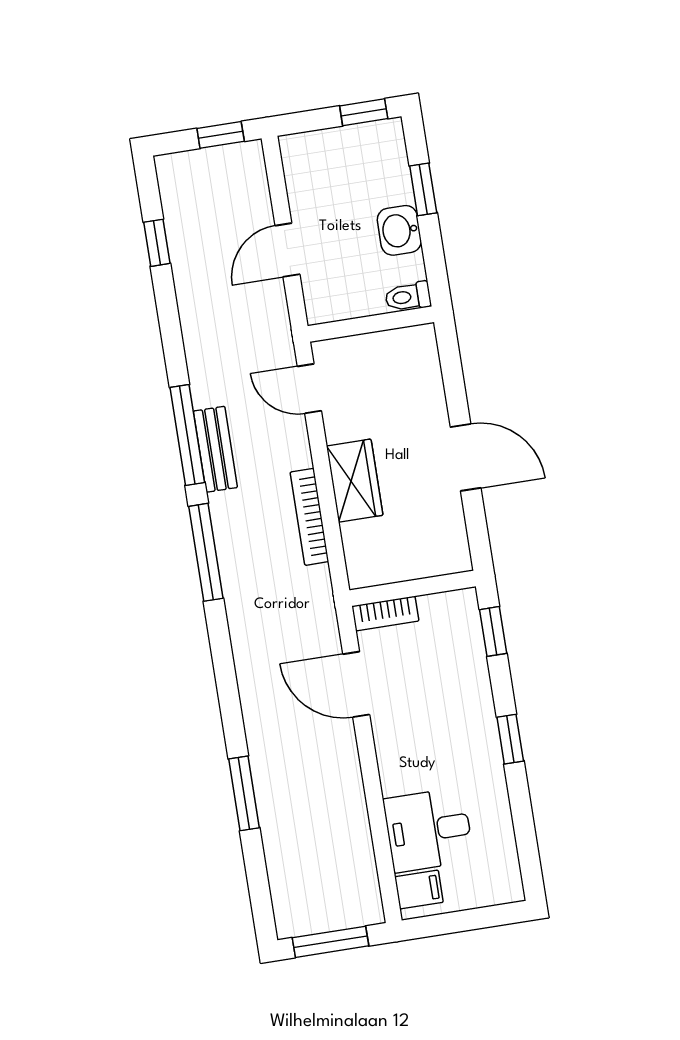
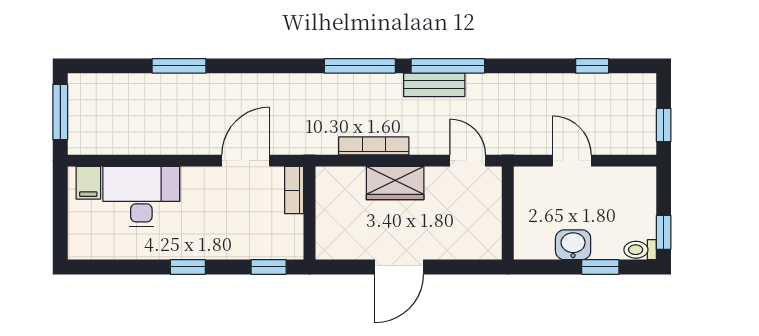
toilet: (408, 297) -> (640, 250), moved, turned -90
door: (309, 389) -> (468, 161), hinge flipped
desk: (428, 830) -> (141, 197), width x1.37

